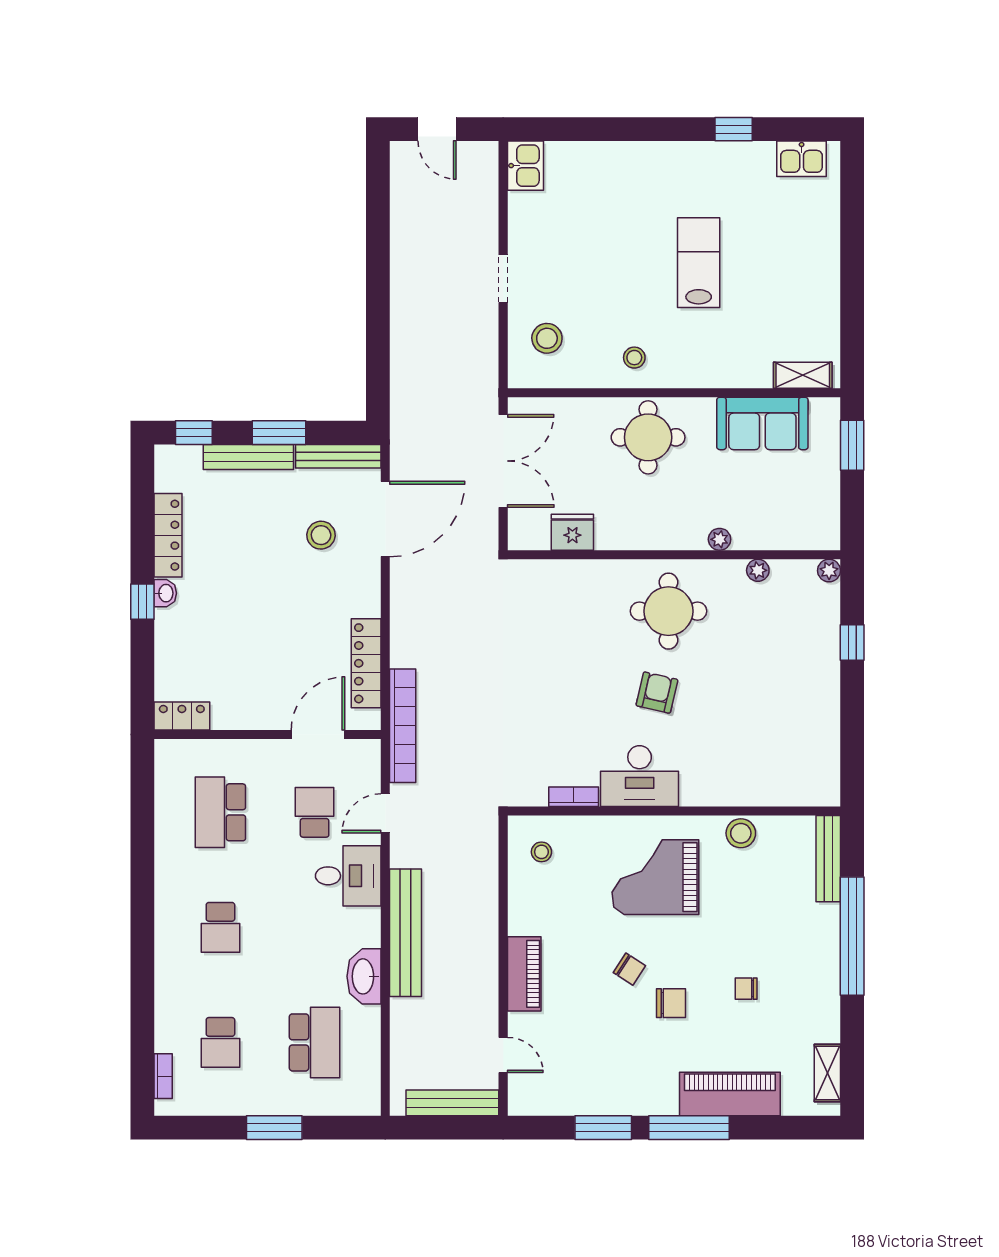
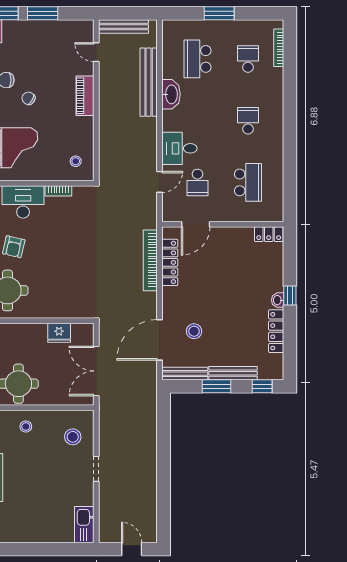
kitchen sink: (525, 166) -> (84, 525), width x1.38
bookcase: (403, 726) -> (150, 260), moved
bench: (406, 933) -> (149, 82), moved
bookcase: (163, 1076) -> (279, 48), width x1.56

